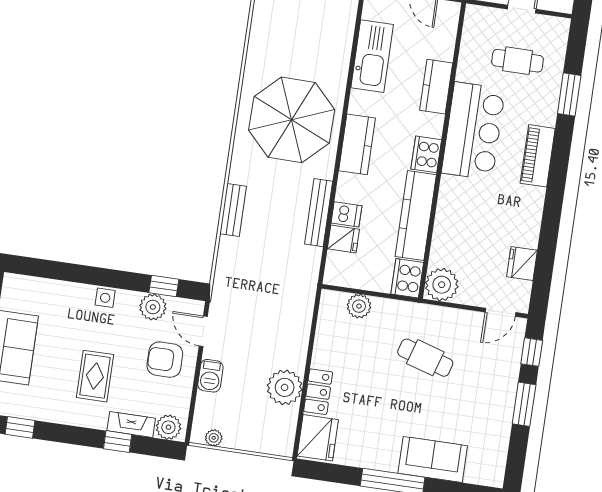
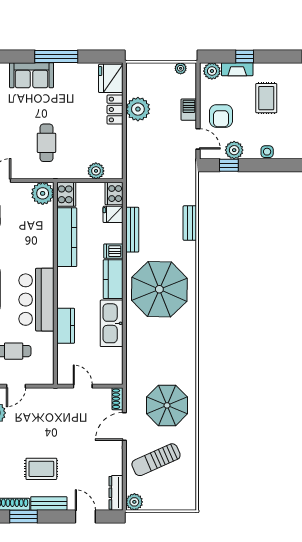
kitchen sink: (372, 56) -> (112, 323), moved
cooker: (426, 154) -> (114, 194), moved, turned 180
dishwasher: (346, 214) -> (113, 251), moved
cafe table: (425, 358) -> (46, 143), turned 73
armchair: (165, 360) -> (221, 116), turned 90

